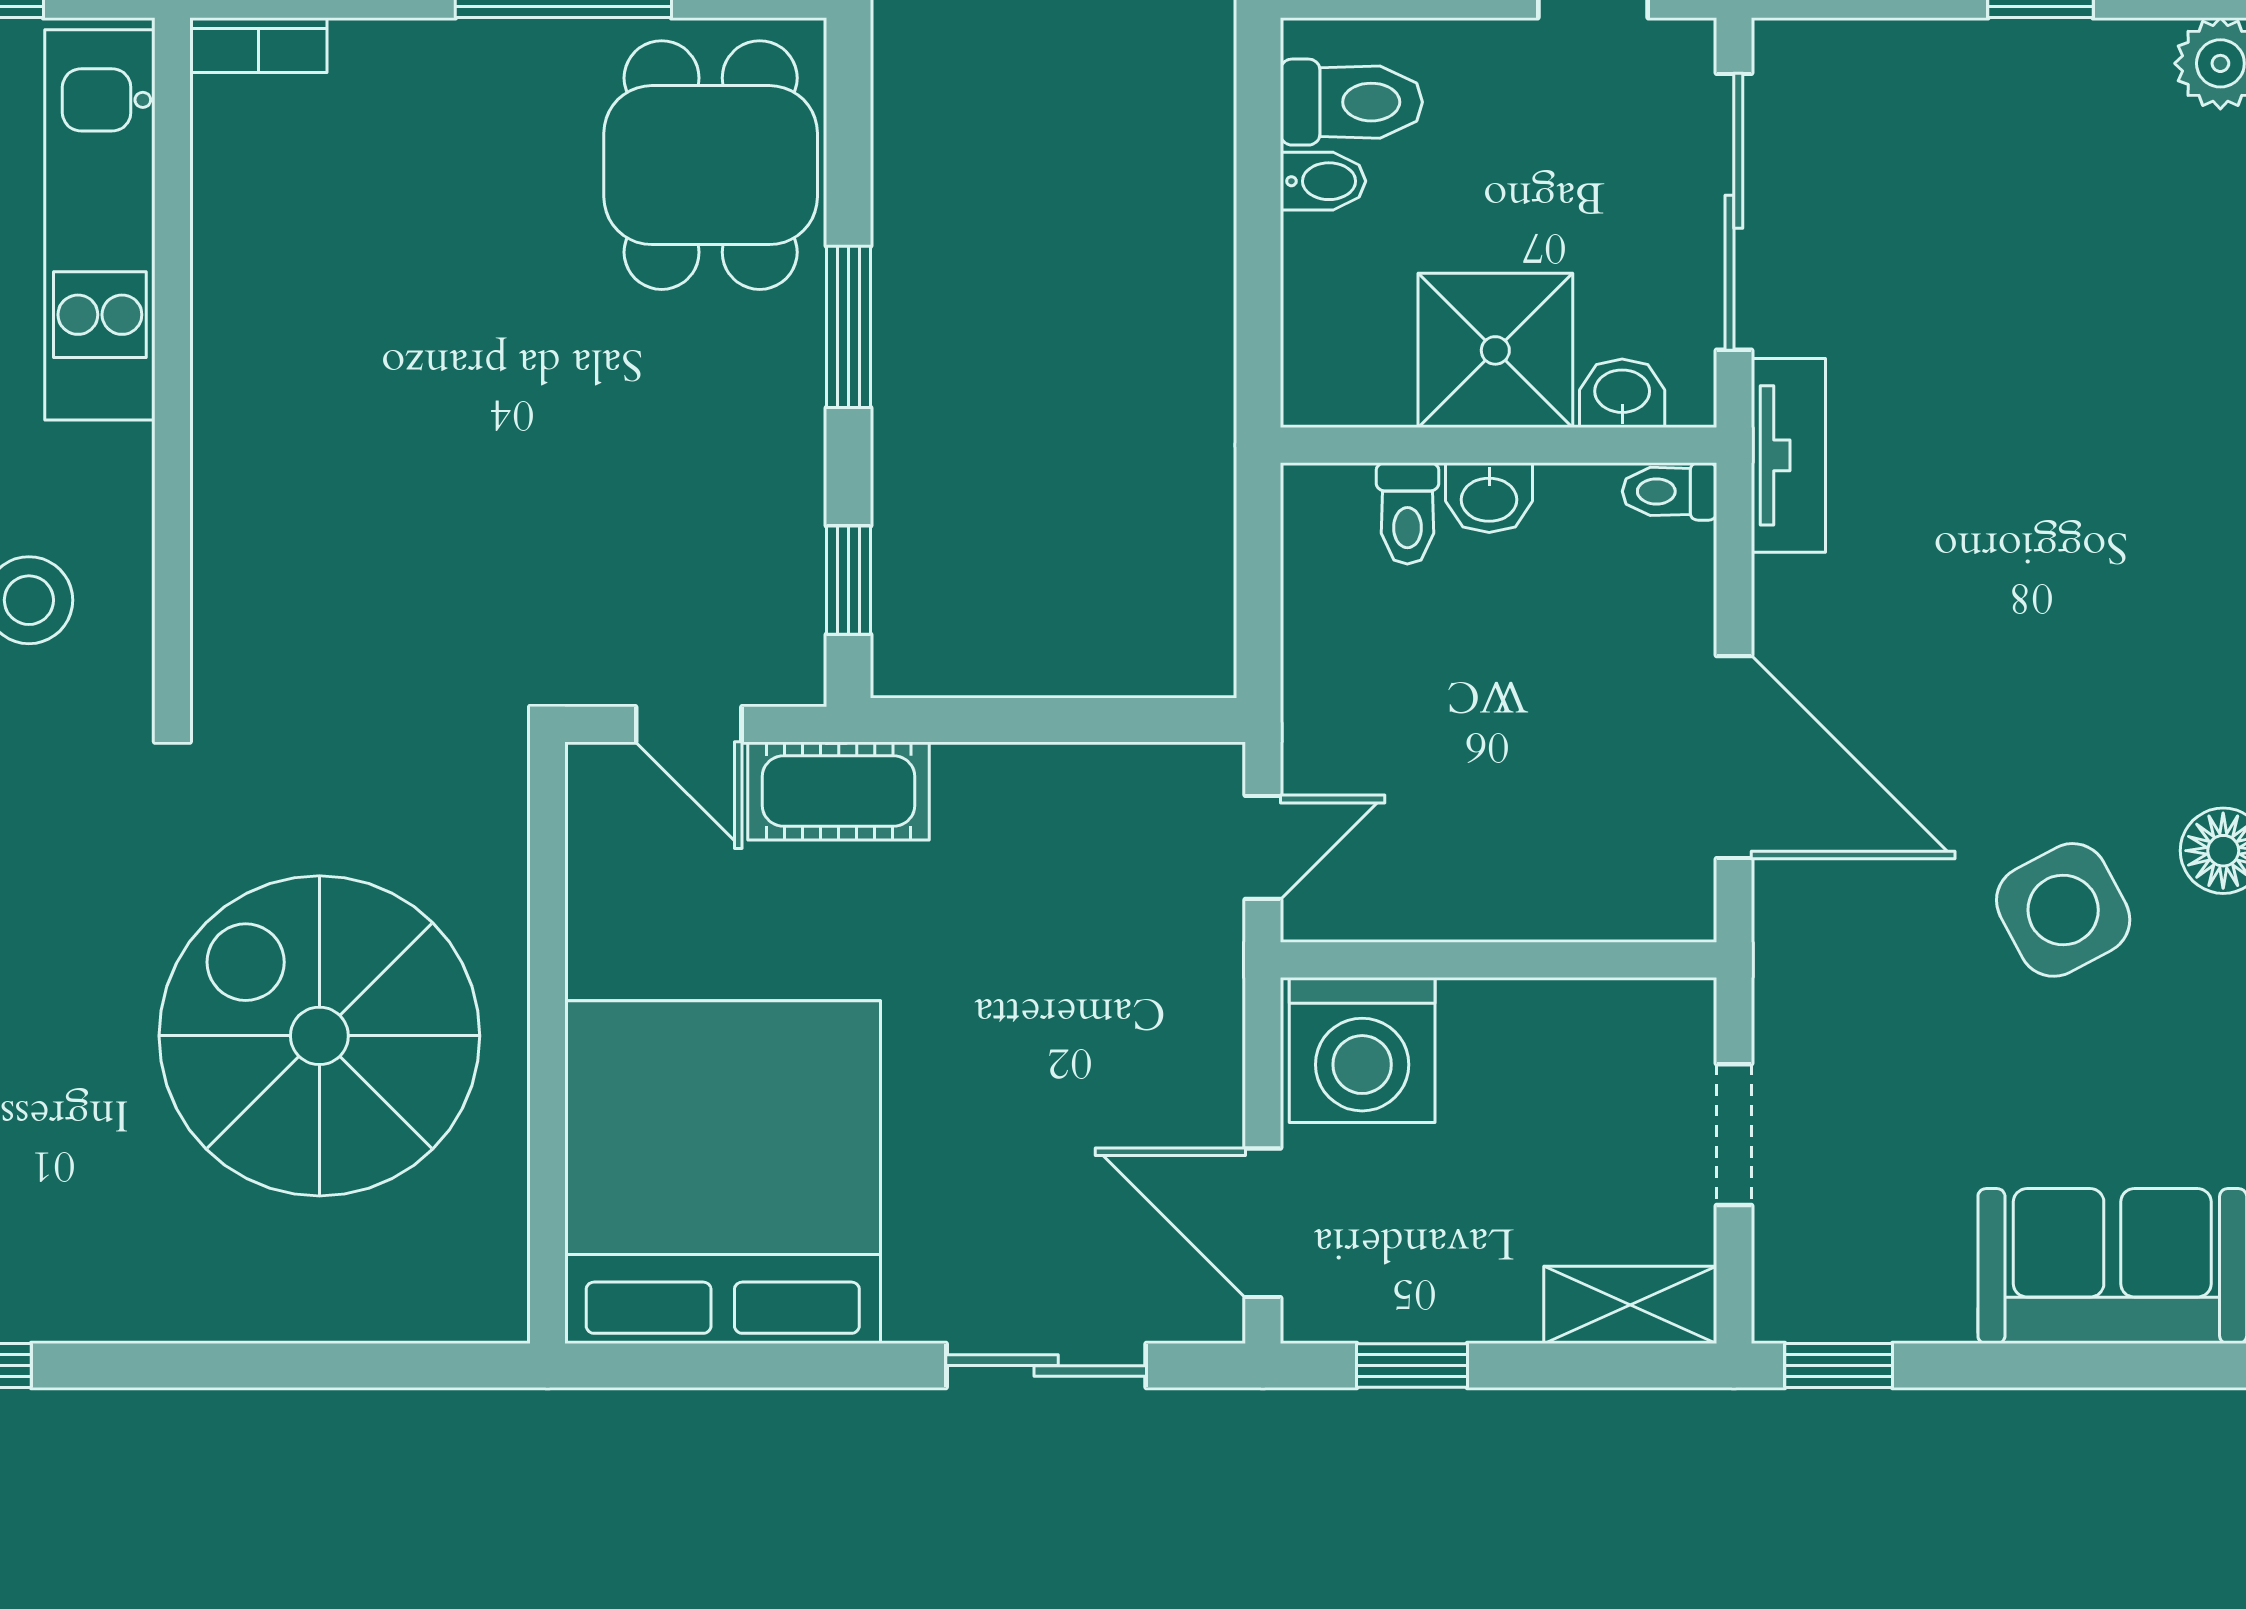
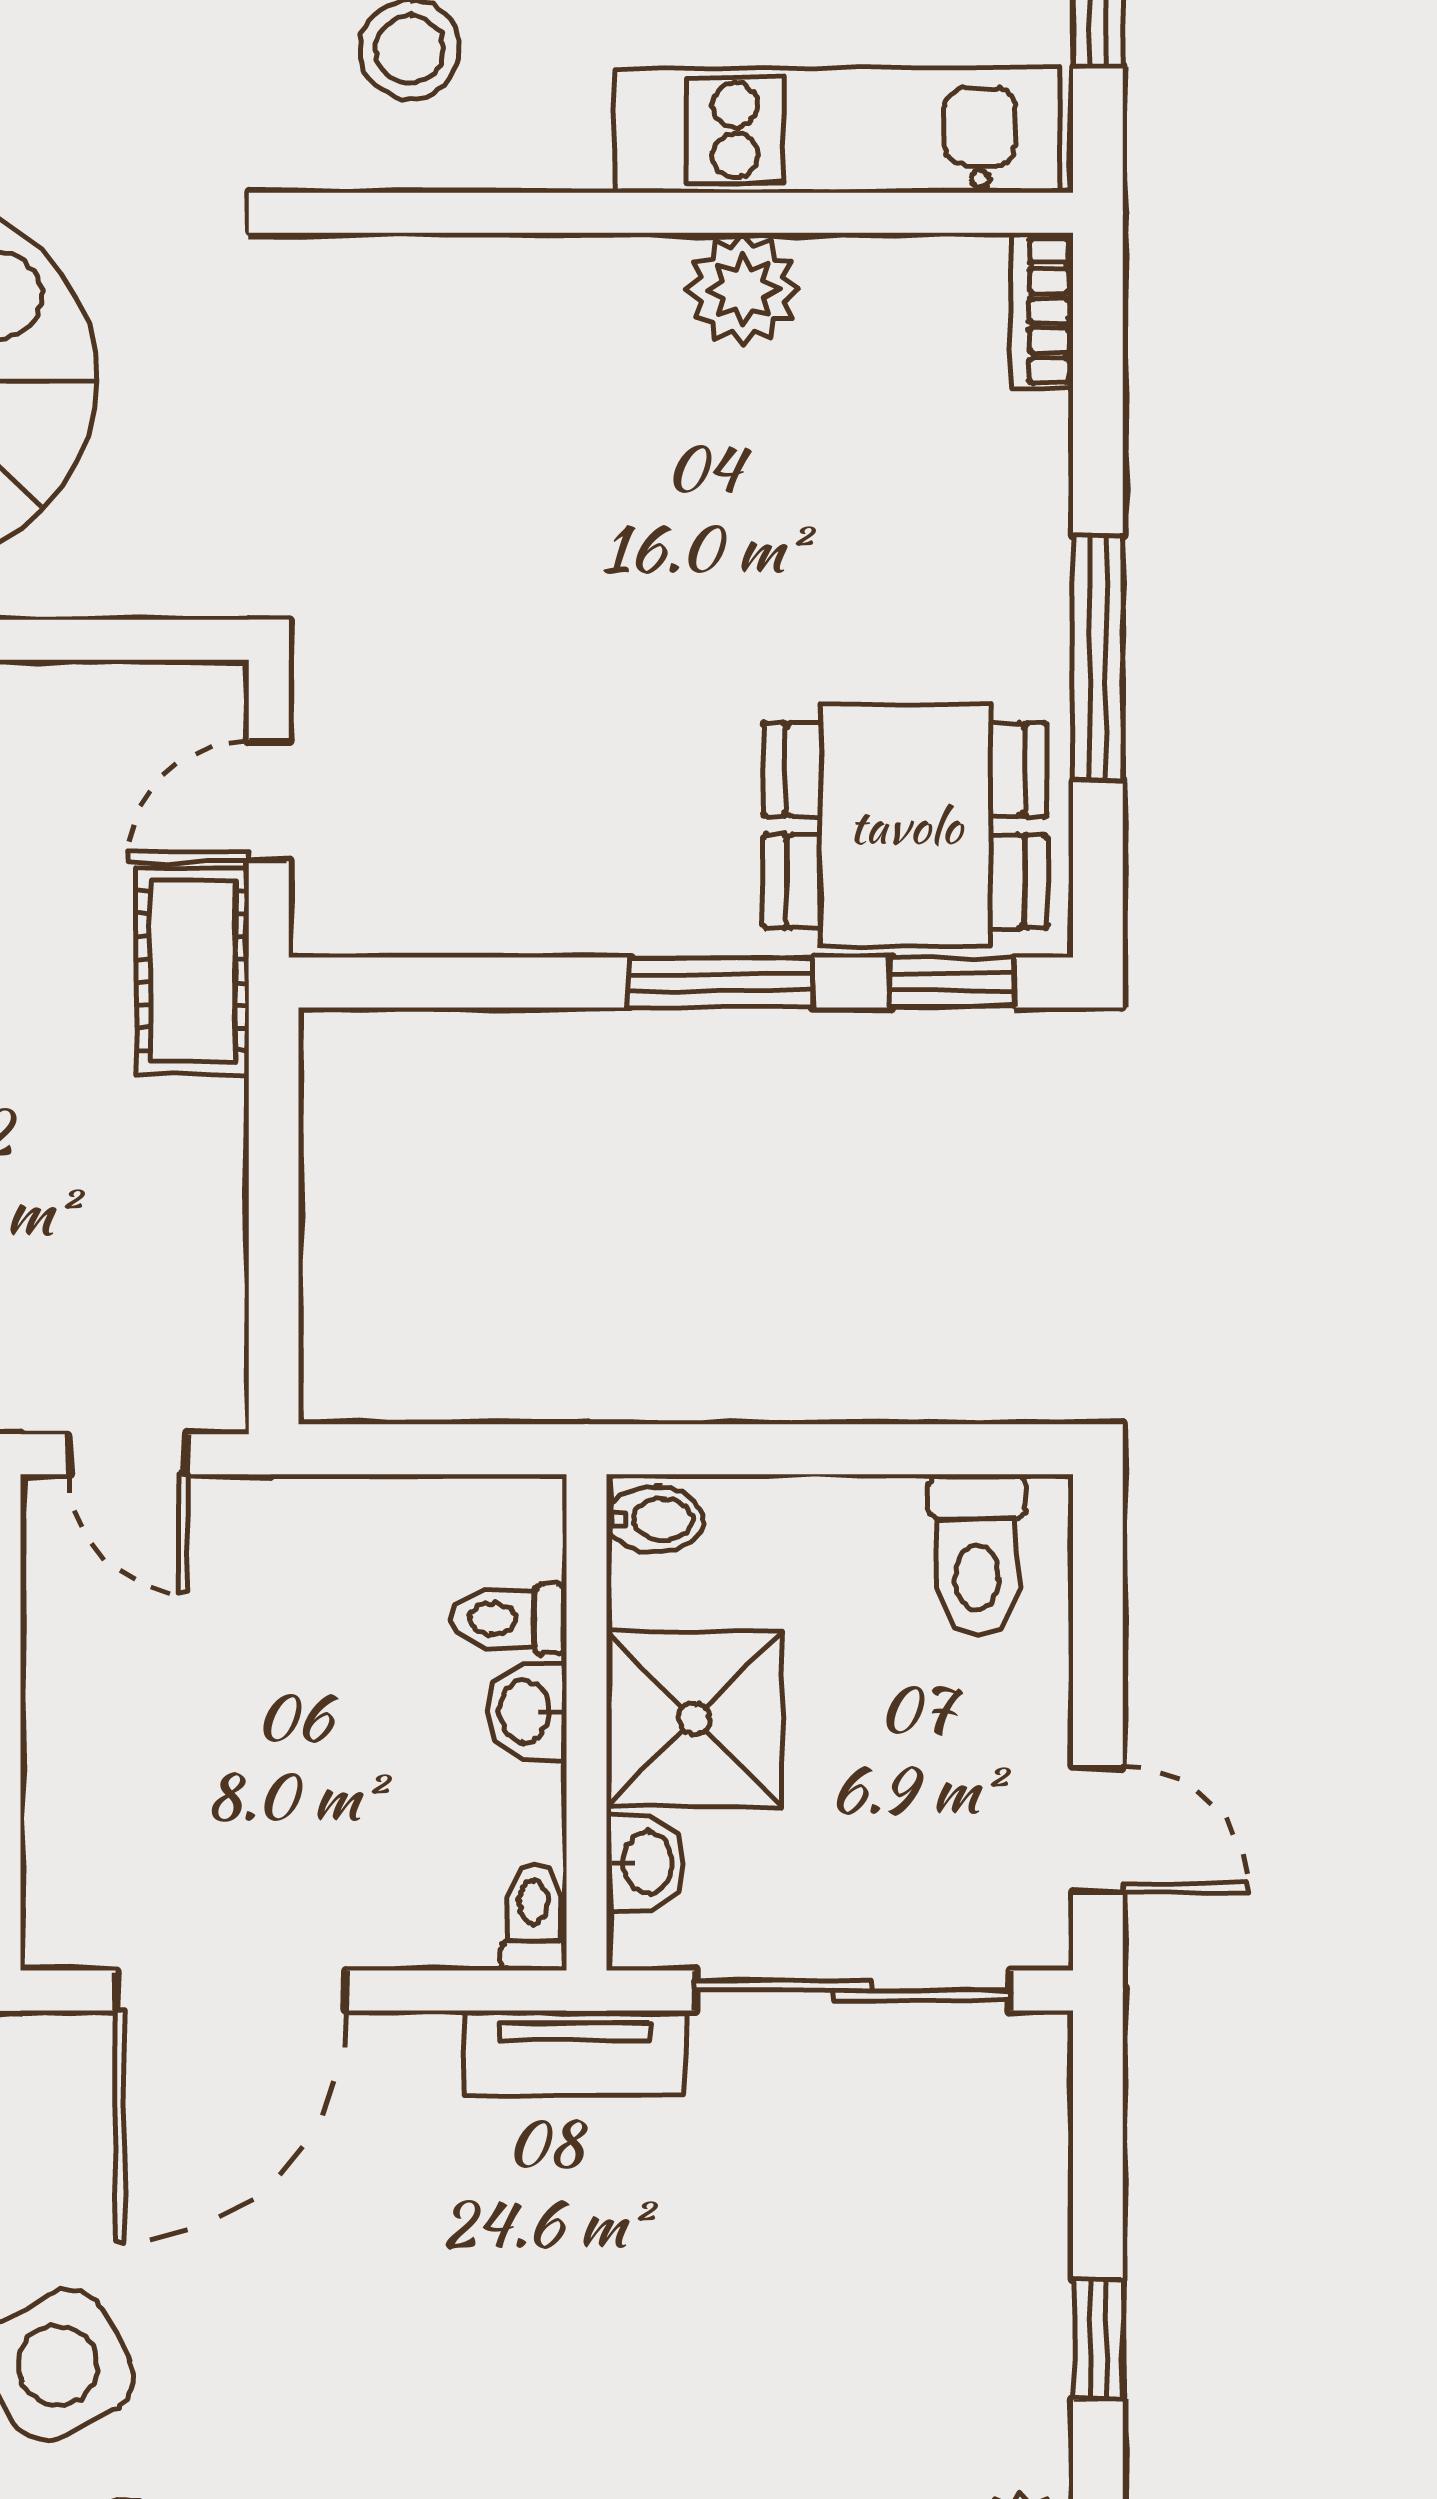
bidet: (1323, 181) -> (655, 1519), moved, turned -90
plant: (240, 308) -> (743, 289), added
window: (848, 580) -> (952, 982), moved

